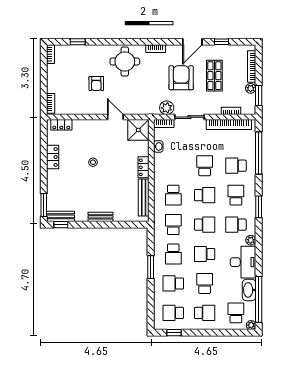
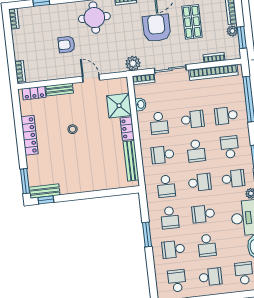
armchair: (96, 83) -> (66, 45), turned 90
plant: (167, 108) -> (133, 63), moved
shower: (138, 130) -> (119, 106), moved
locker: (53, 157) -> (30, 135), width x1.53
school desk: (173, 166) -> (159, 123), added
school desk: (205, 166) -> (193, 119), turned 90
school desk: (173, 195) -> (163, 155), turned 90
school desk: (205, 195) -> (196, 151), turned 90
bench: (100, 217) -> (60, 90), moved
school desk: (173, 225) -> (166, 186), turned 180
school desk: (236, 225) -> (233, 179), turned 180
school desk: (205, 283) -> (207, 245), turned 180
school desk: (173, 313) -> (177, 281), turned 90

